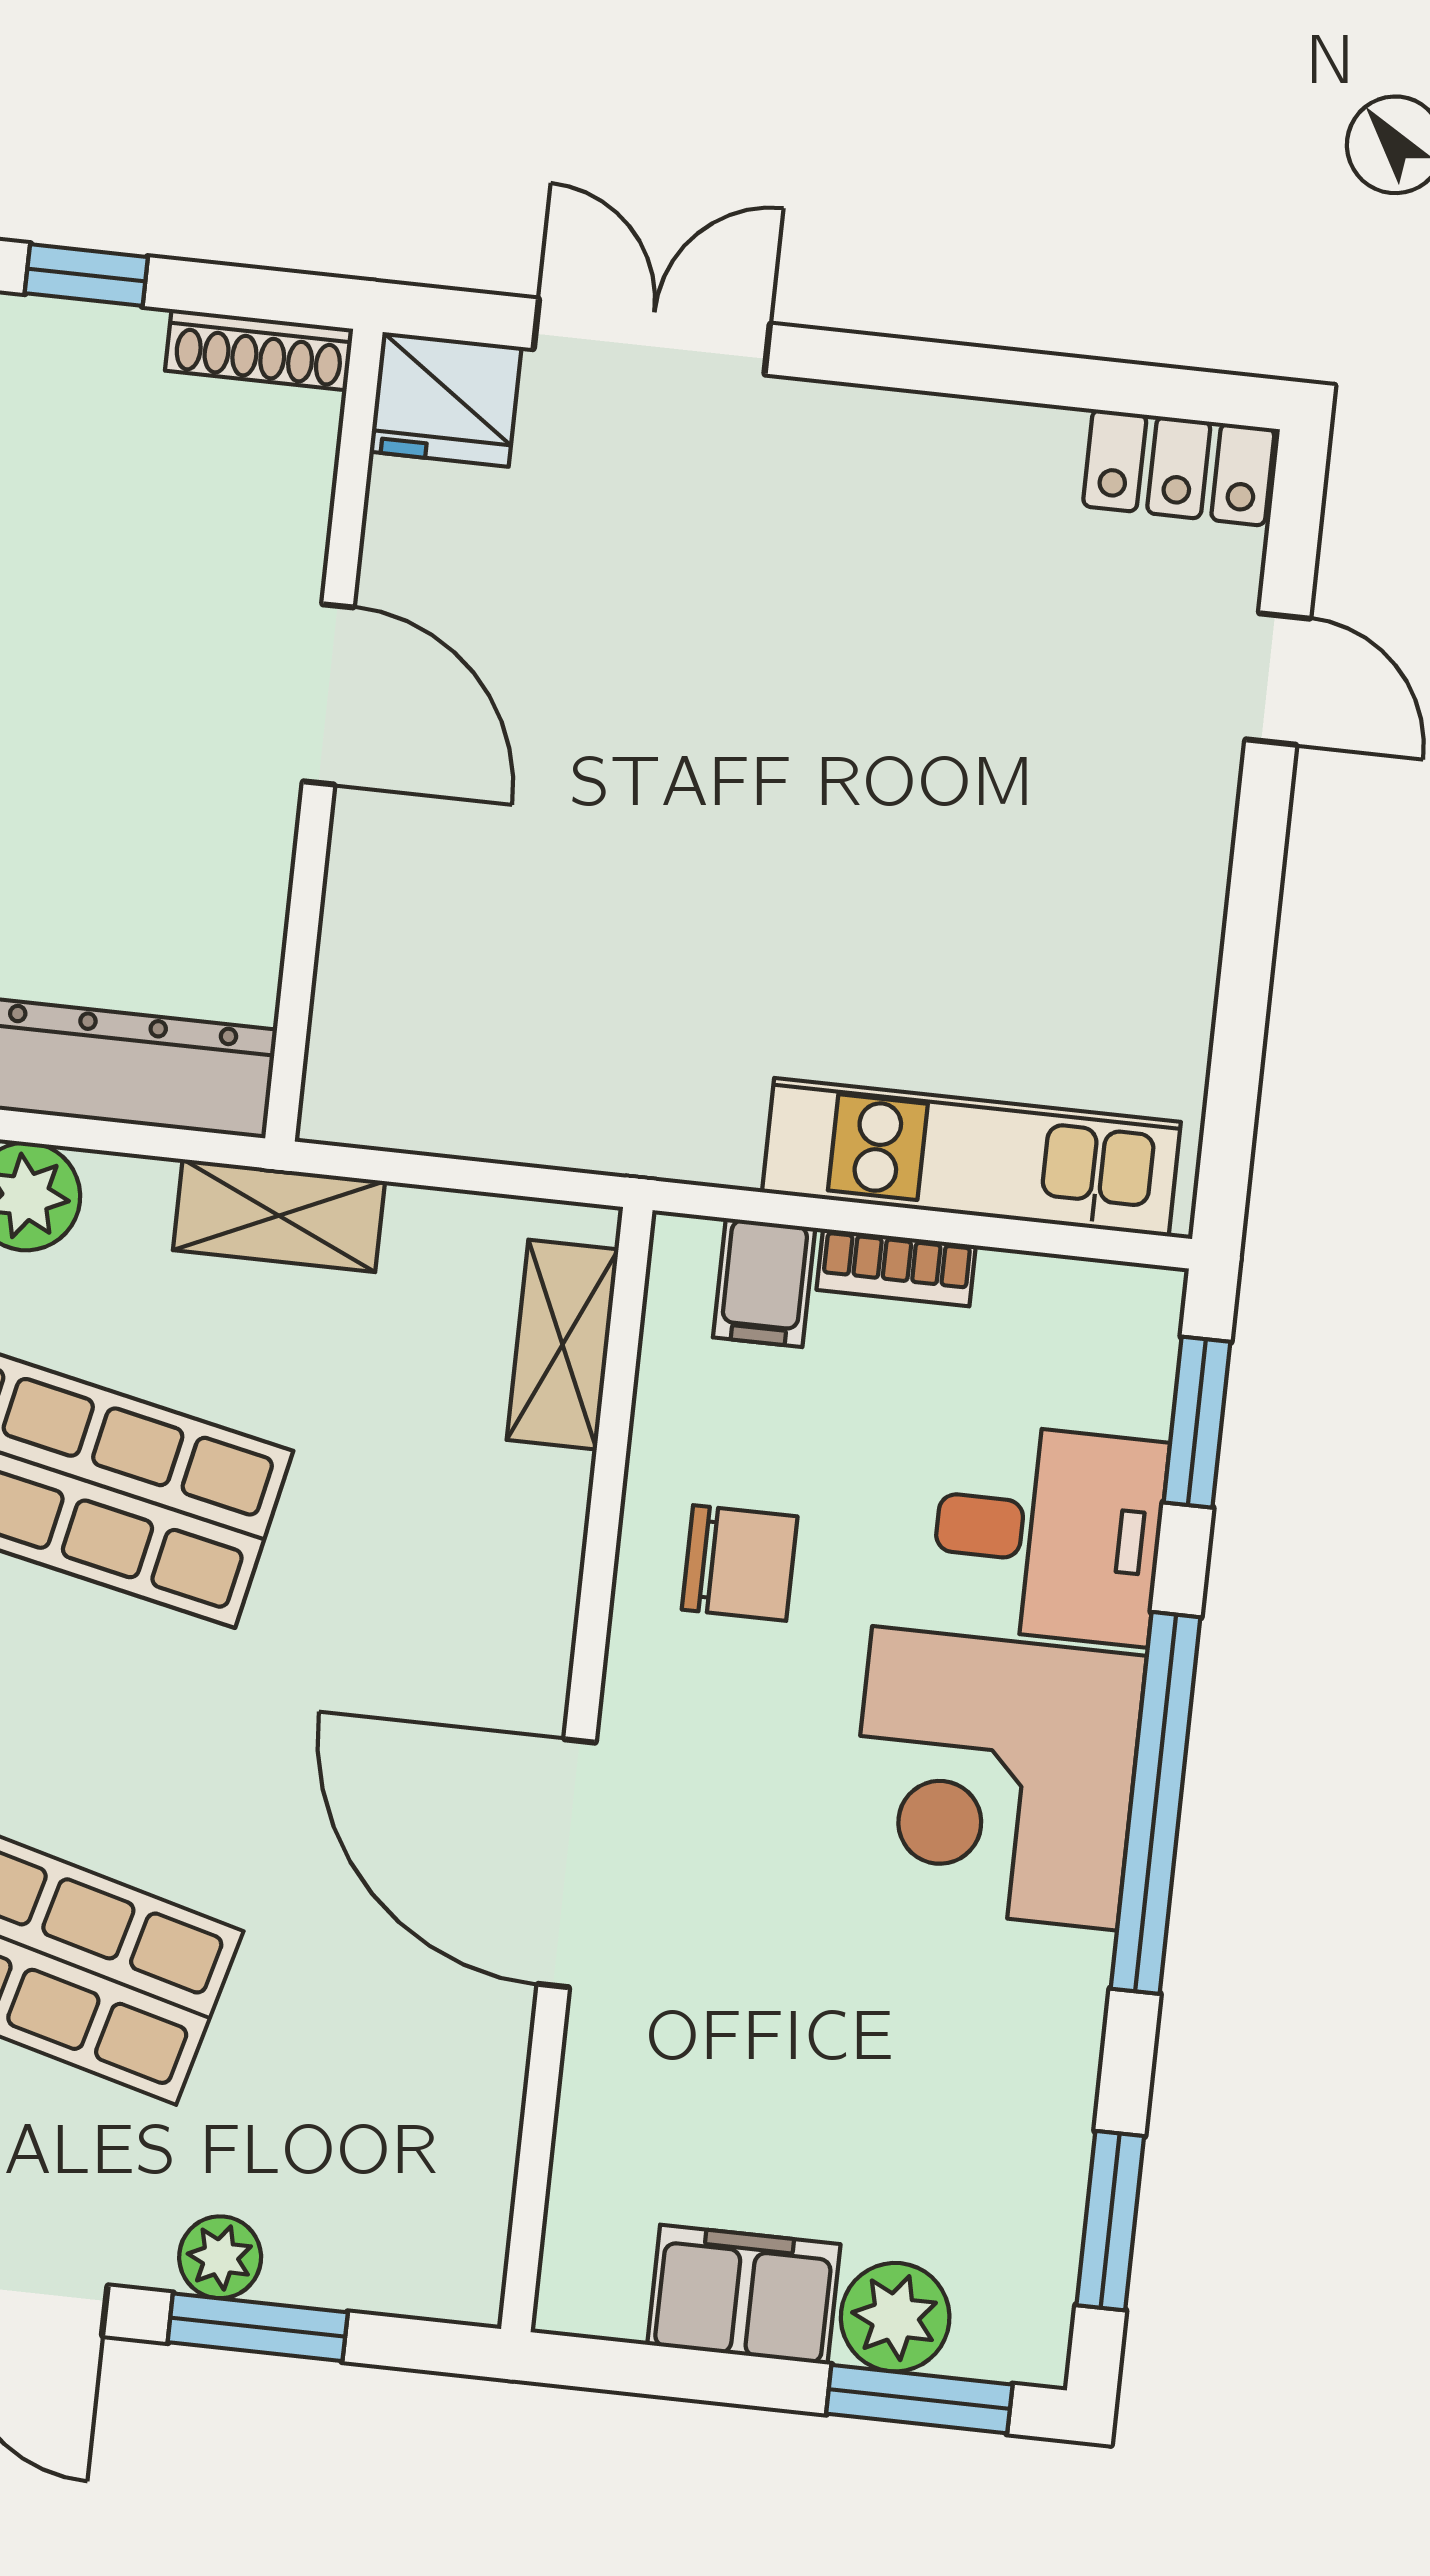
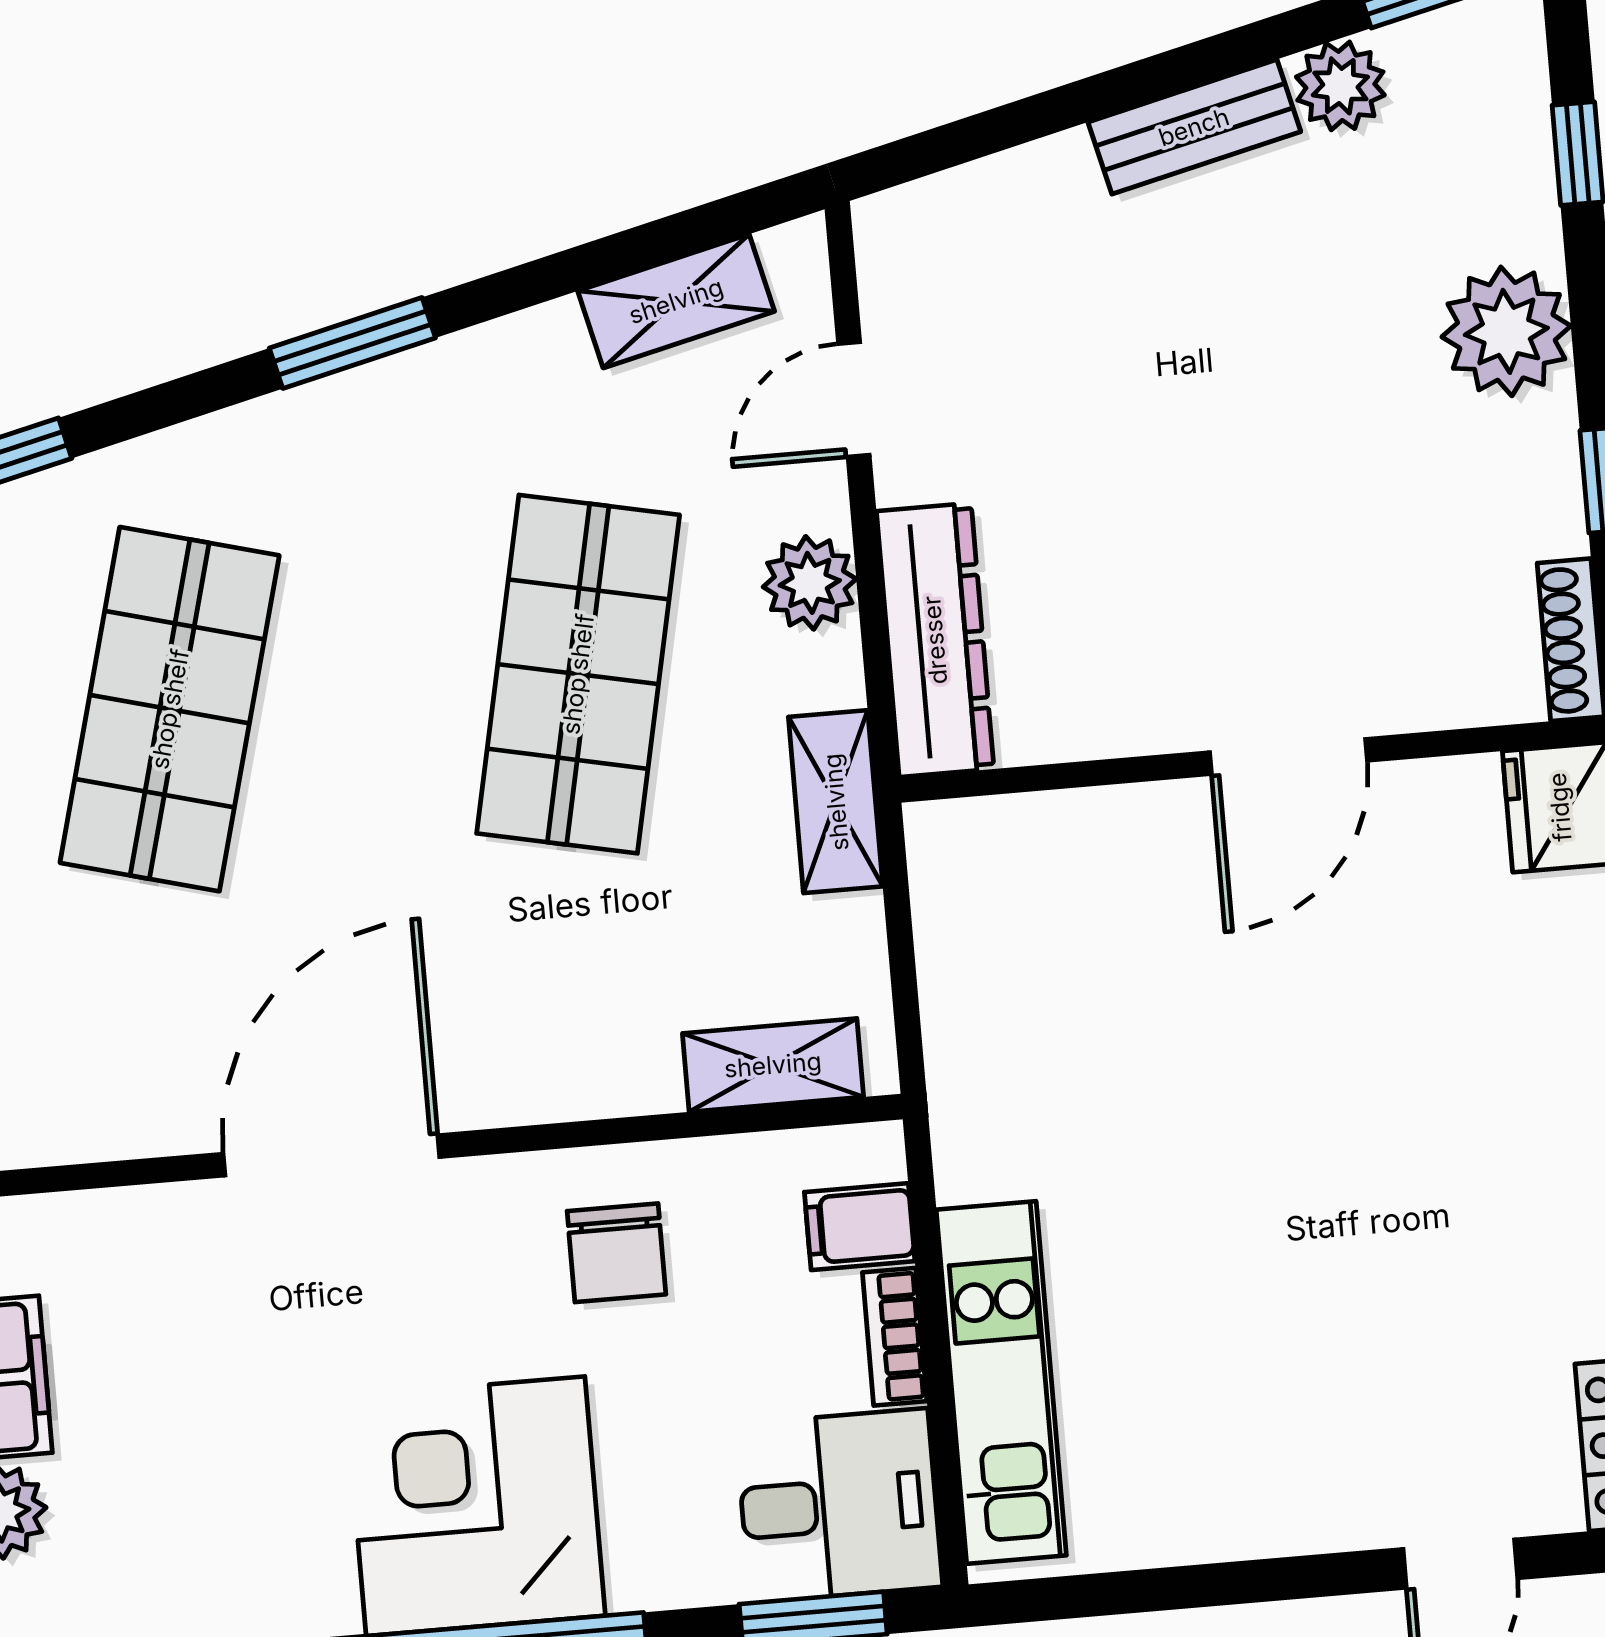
desk: (1048, 1533) -> (839, 1506), moved, turned -90

